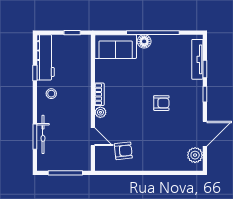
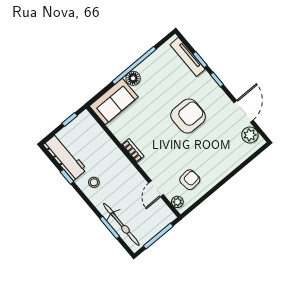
armchair: (161, 103) -> (188, 116), width x1.88, depth x1.88
plant: (100, 112) -> (177, 202), moved
bicycle: (43, 134) -> (121, 224), width x1.37, depth x1.40
door: (93, 137) -> (156, 189), swing flipped

